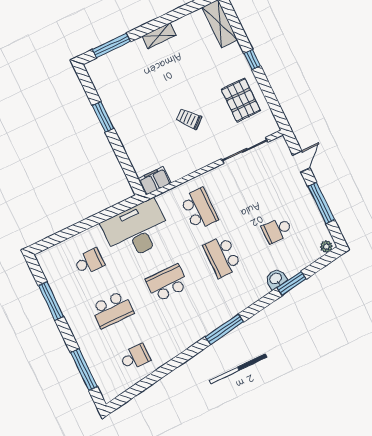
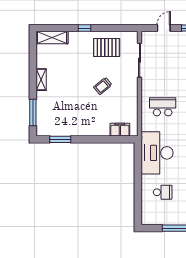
window: (103, 117) -> (60, 139), moved
door: (301, 162) -> (164, 28), hinge flipped
filing cabinet: (154, 181) -> (120, 130), moved, turned 90
school desk: (89, 262) -> (163, 192), turned 90

